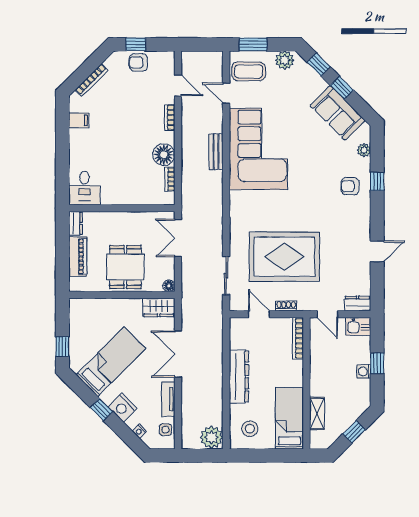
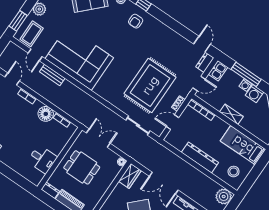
door: (178, 85) -> (12, 79), hinge flipped
door: (226, 93) -> (35, 55), hinge flipped
bench: (216, 152) -> (52, 75), moved
desk: (84, 188) -> (42, 159), moved
double door: (178, 238) -> (98, 138), swing flipped
door: (377, 251) -> (202, 44), moved
dining table: (125, 267) -> (82, 167), moved
window: (377, 363) -> (246, 74), width x2.17
washing machine: (361, 389) -> (254, 94), added
shelving: (317, 414) -> (231, 114), moved

